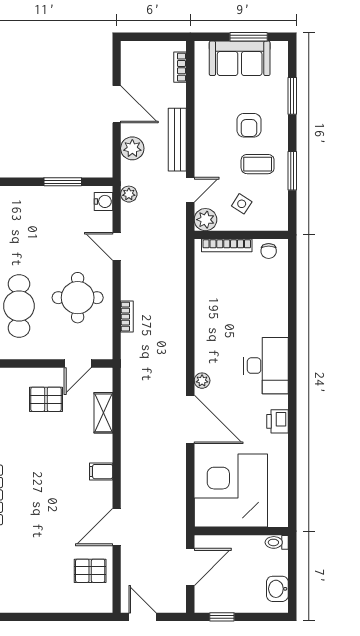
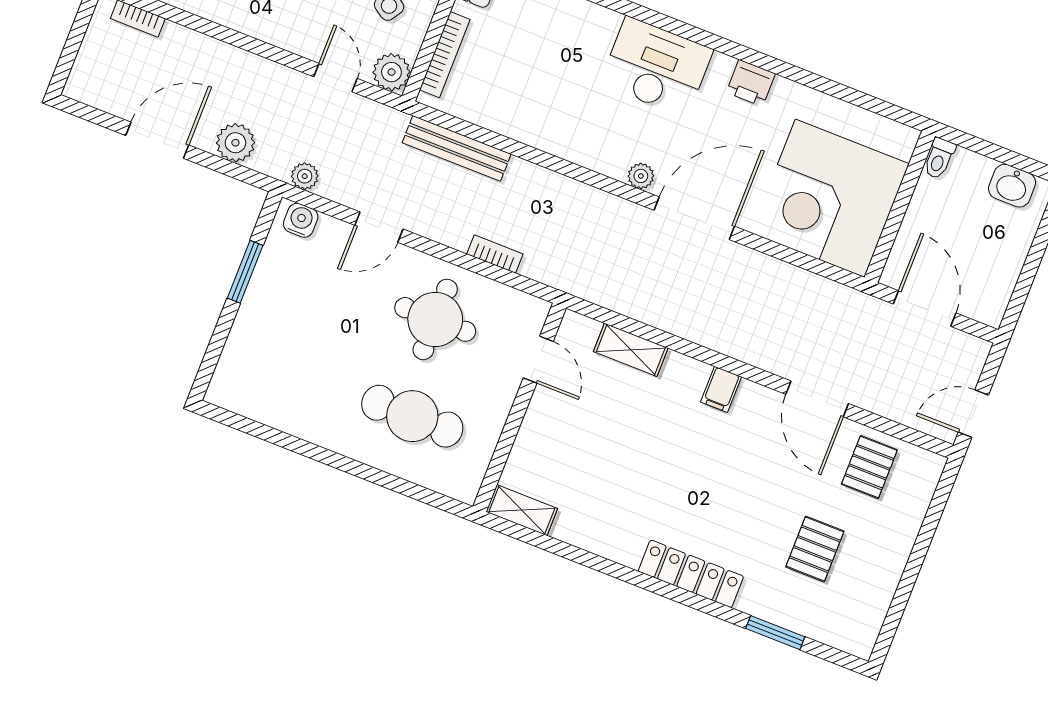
bench: (177, 140) -> (457, 148), moved
pallet: (46, 399) -> (815, 549), moved
window: (222, 617) -> (1022, 290), removed

